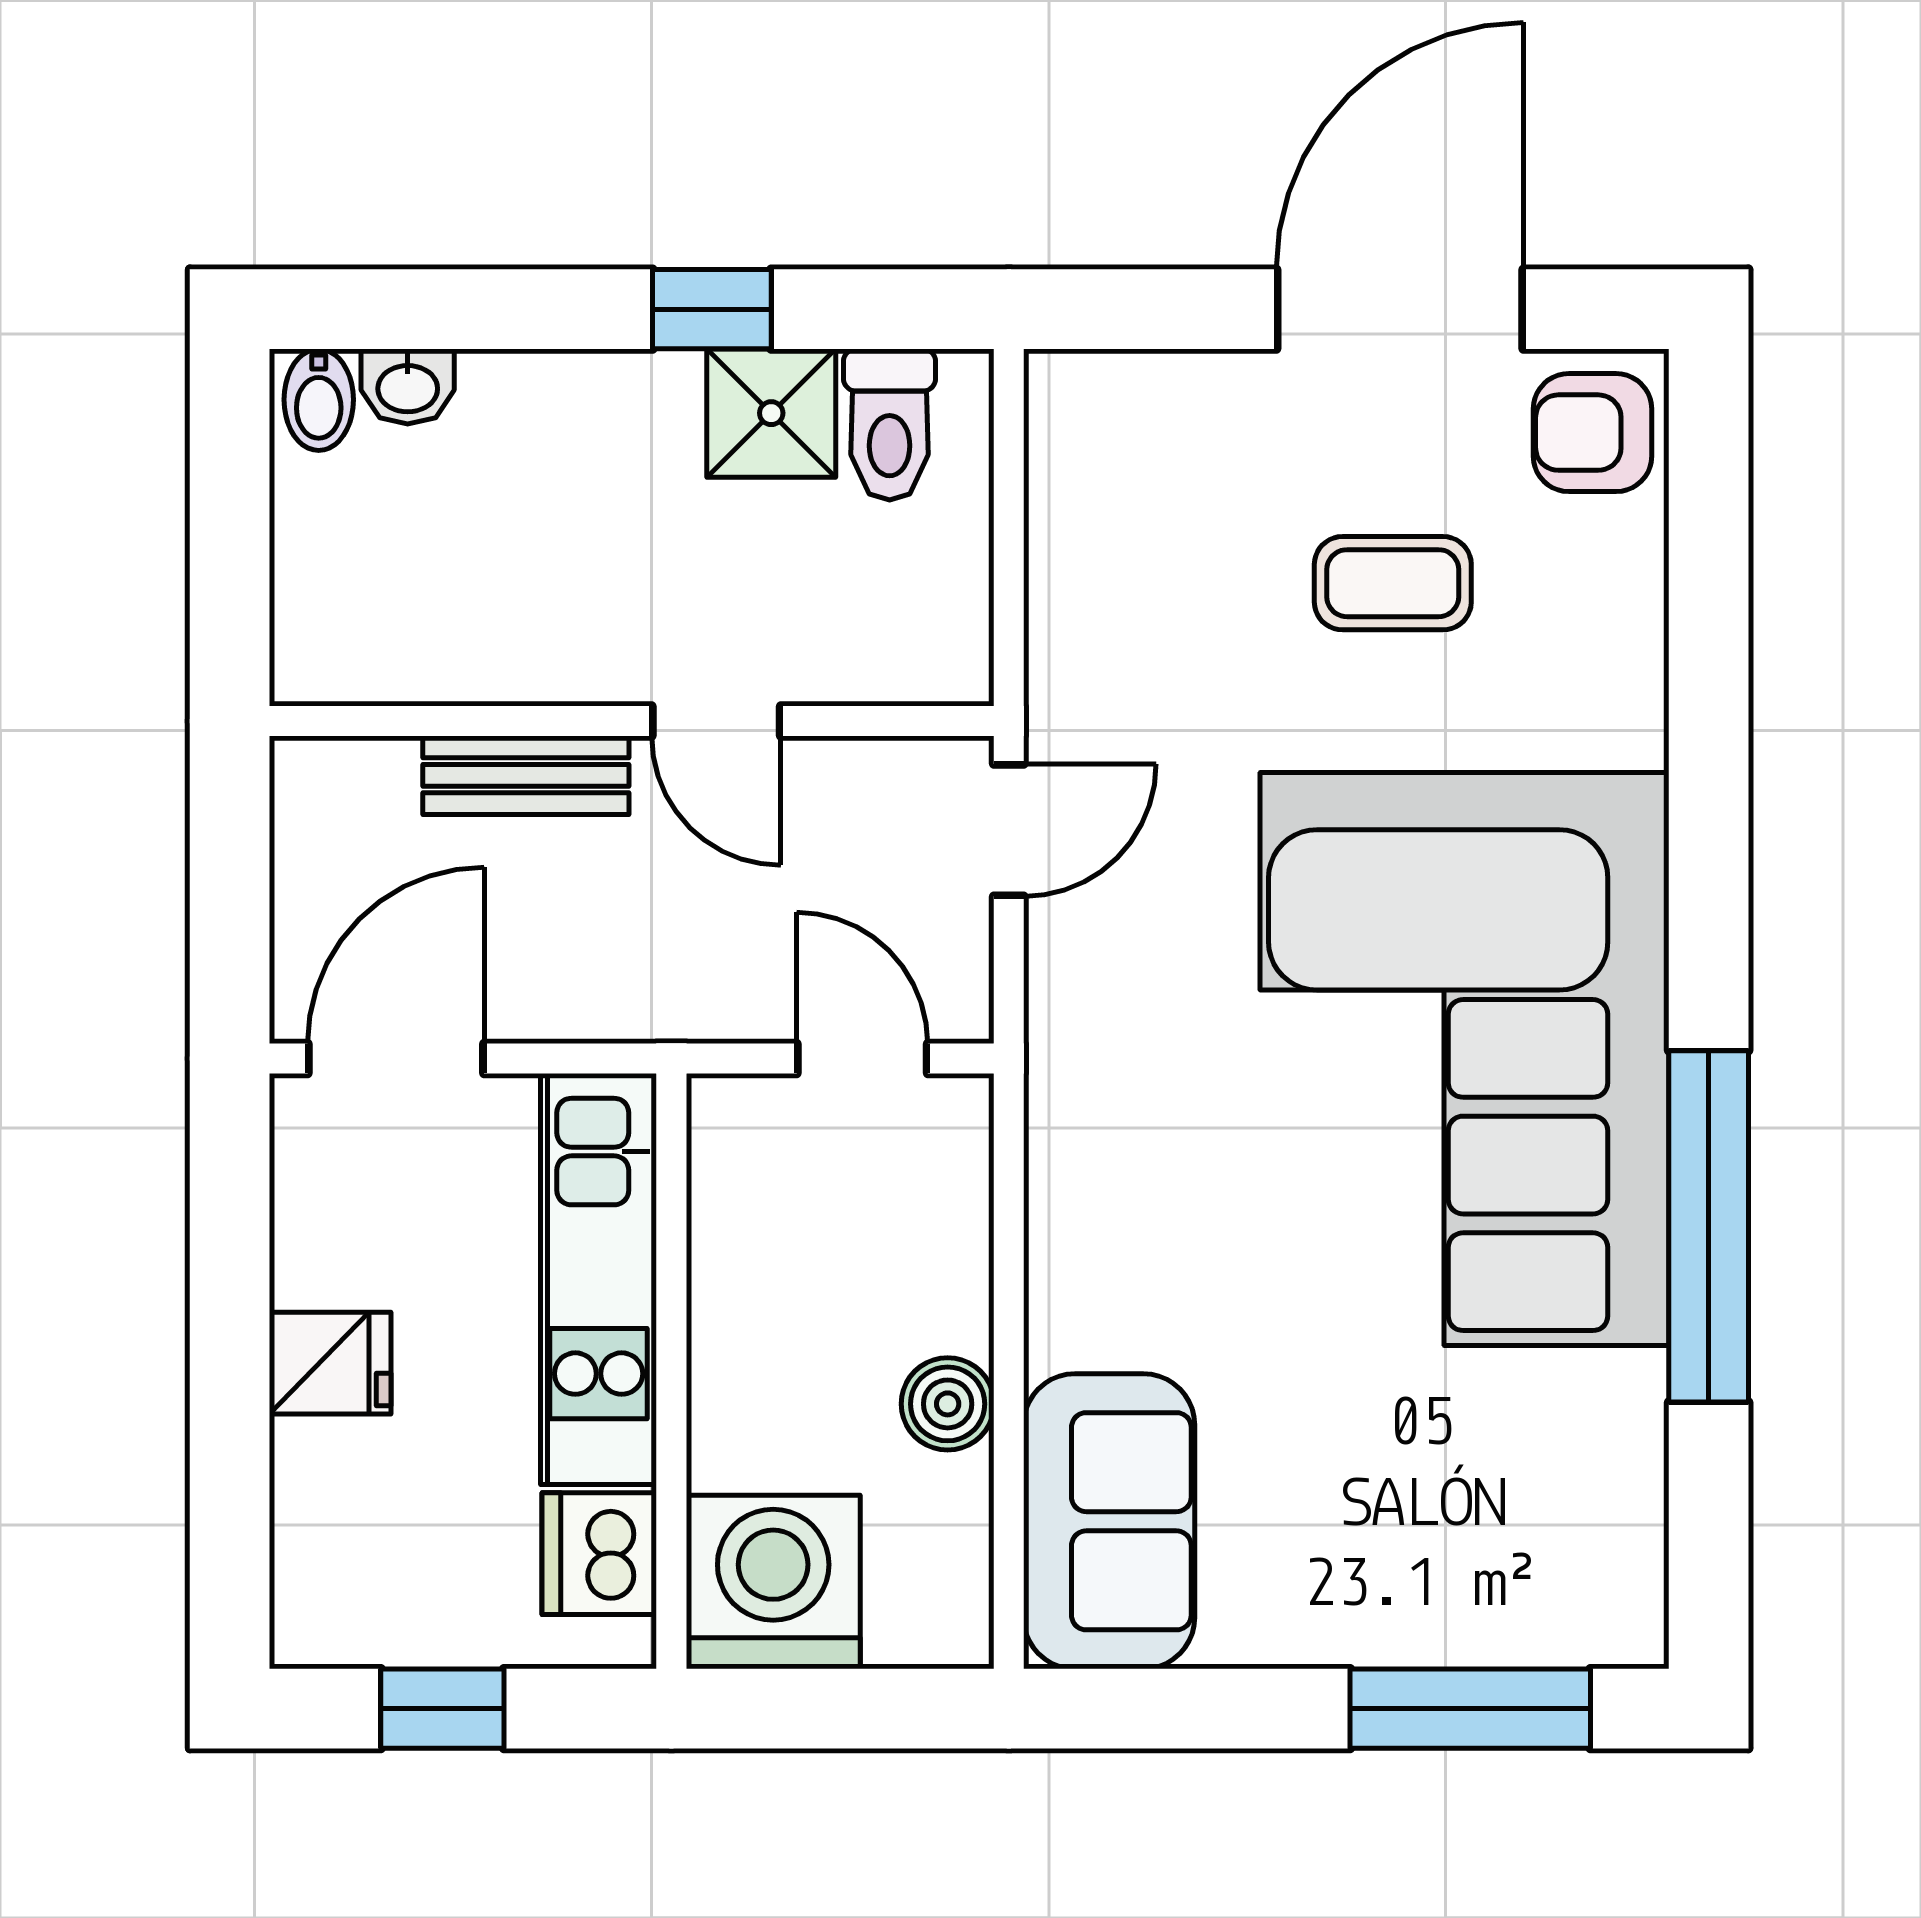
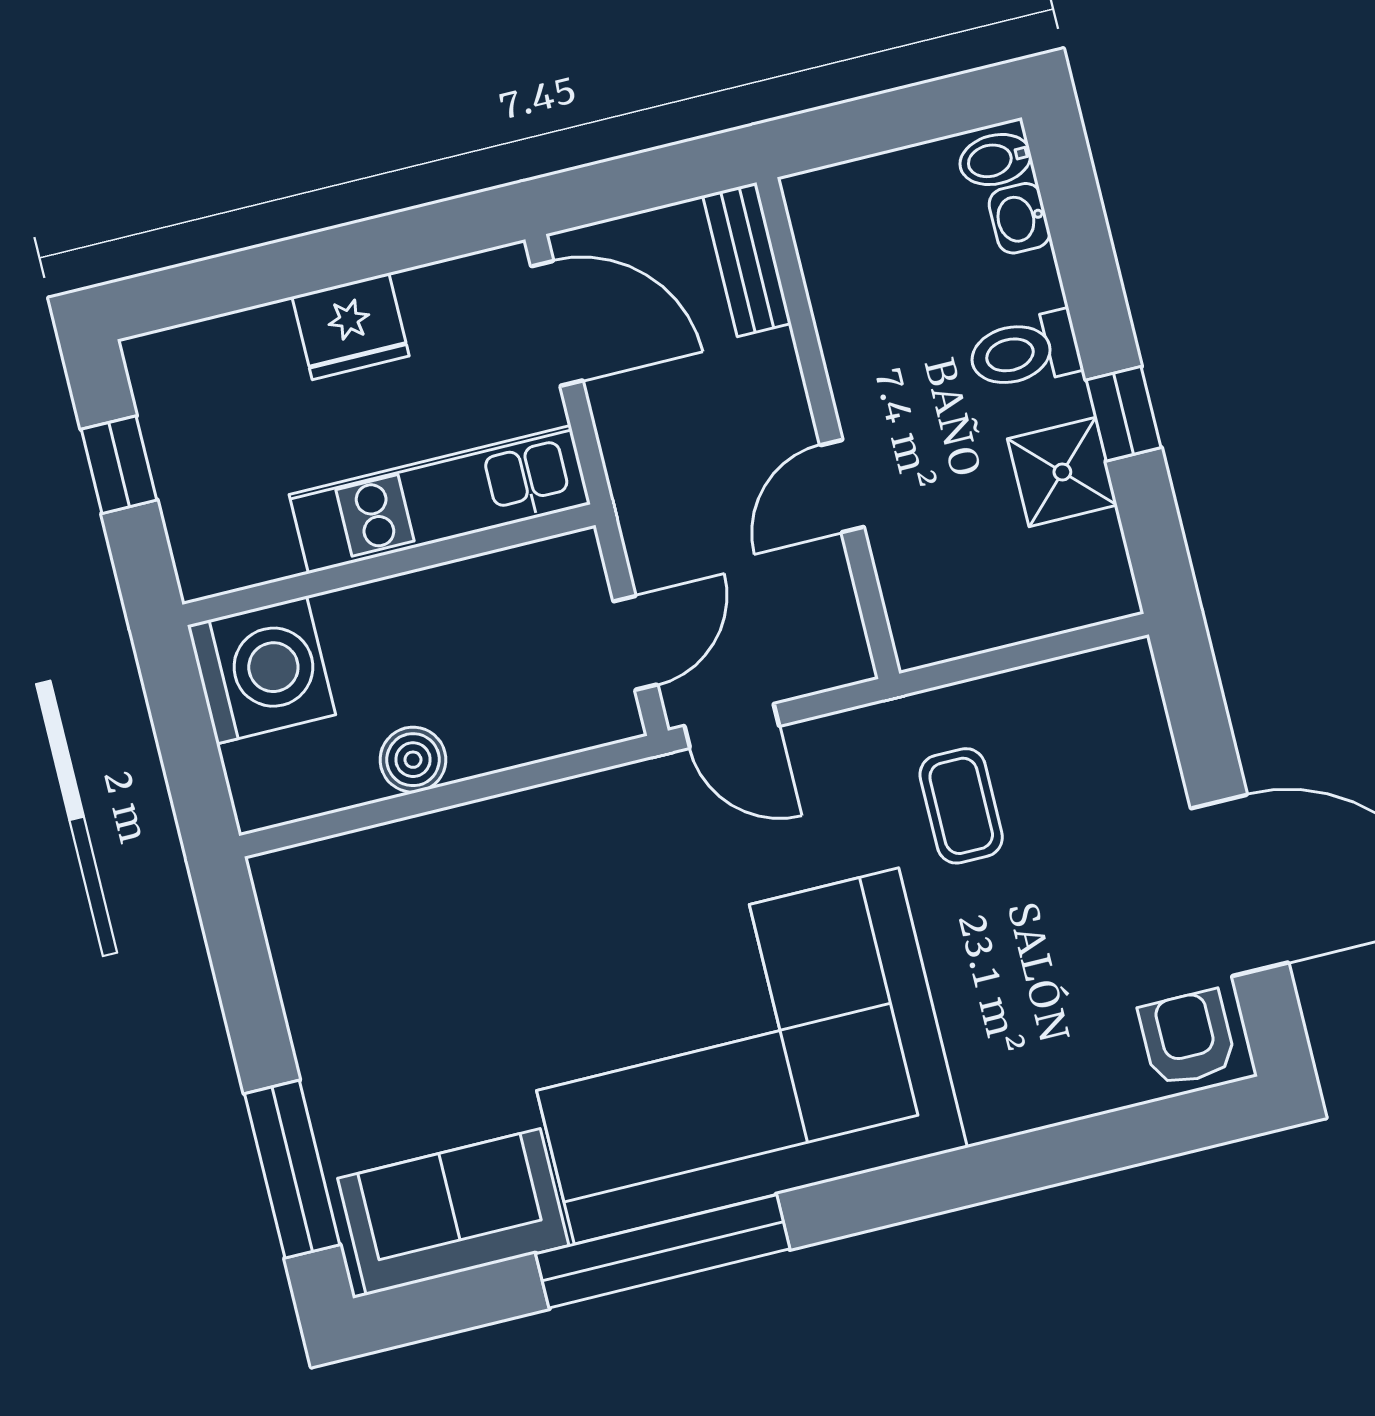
toilet: (890, 424) -> (1024, 351), moved
coffee table: (1393, 583) -> (961, 806), moved
bench: (526, 775) -> (747, 260), moved
door: (1009, 830) -> (732, 726), moved
fridge: (330, 1363) -> (351, 326), width x1.38
sofa: (1109, 1521) -> (453, 1212), moved, turned 180
dishwasher: (599, 1554) -> (252, 546), removed

